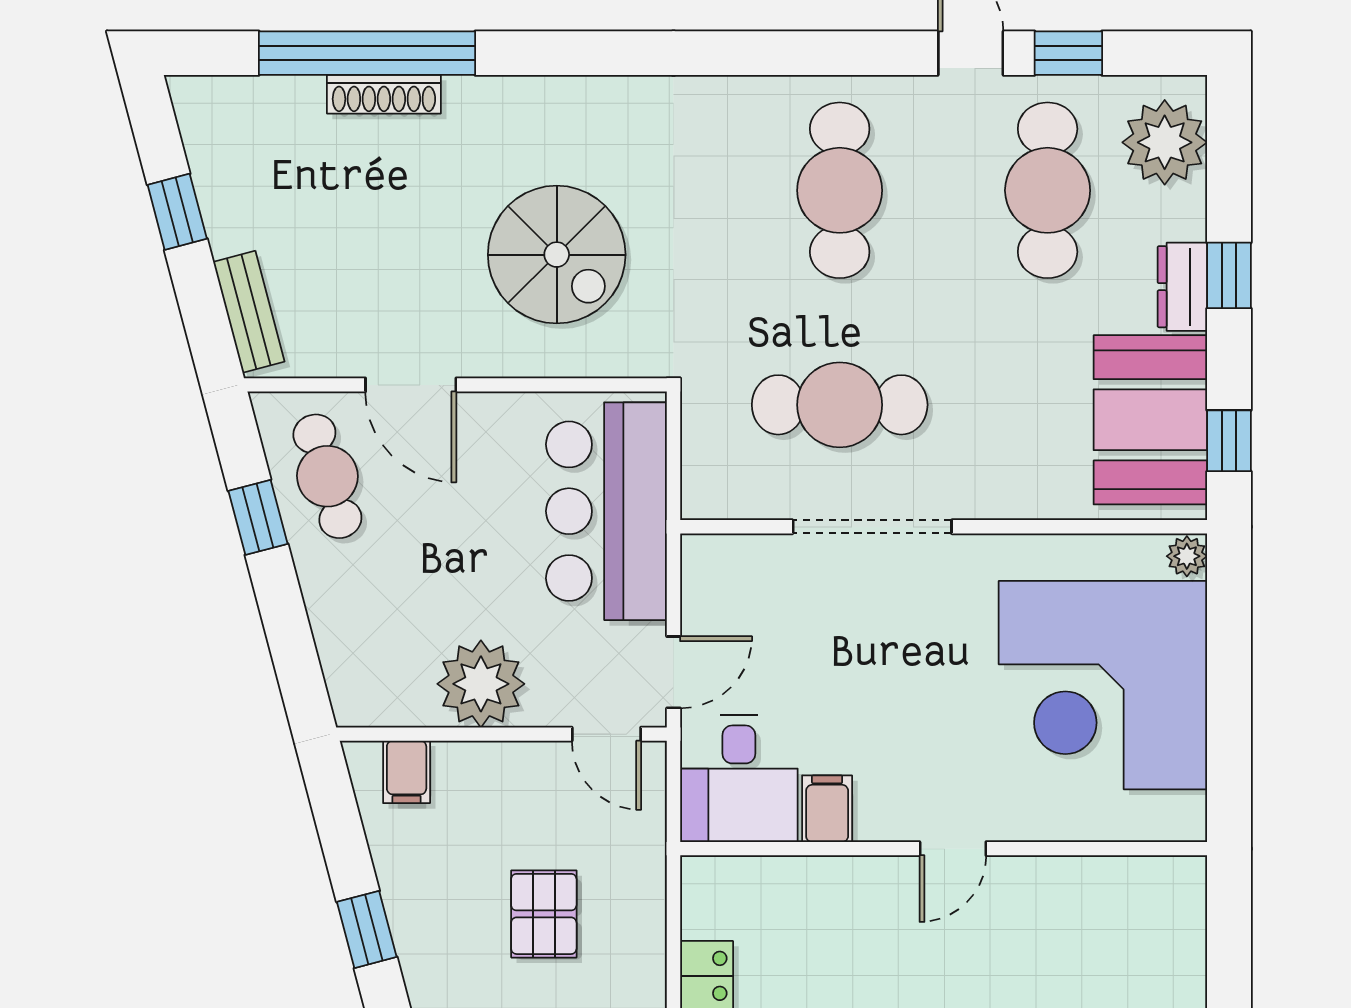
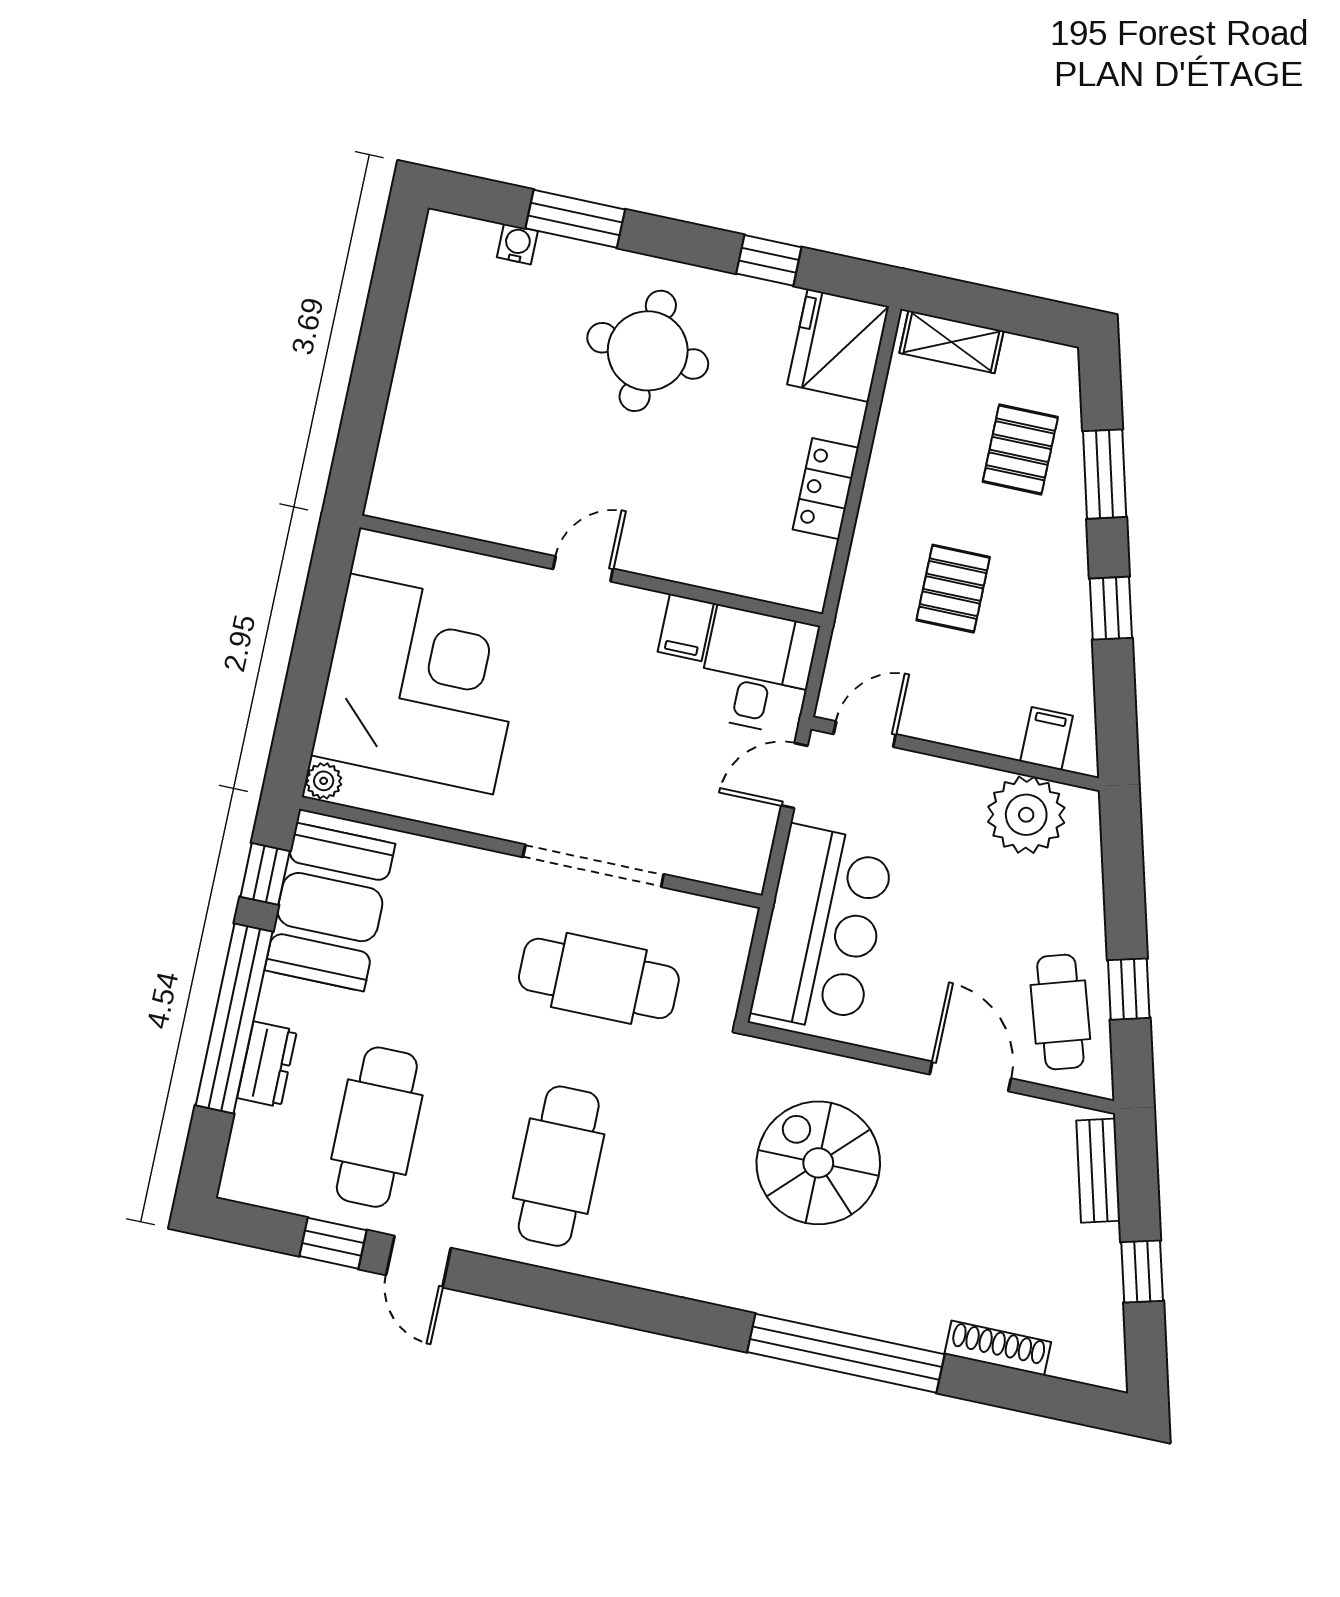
window: (367, 53) -> (846, 1353), moved
shoe rack: (384, 94) -> (998, 1348), moved
plant: (1165, 142) -> (265, 1147), removed
window: (1229, 275) -> (234, 1019), width x3.17
dresser: (1182, 287) -> (267, 1064), moved
plant: (481, 684) -> (1026, 815), moved
door: (606, 734) -> (865, 734), hinge flipped

